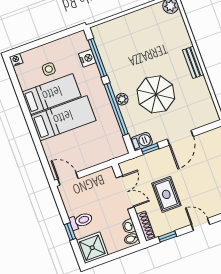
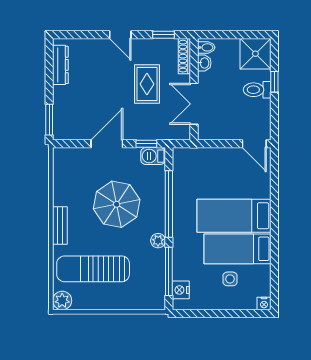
sun lounger: (156, 39) -> (93, 269), added
nightstand: (87, 58) -> (181, 290), moved
plant: (122, 99) -> (158, 241), moved

